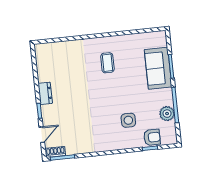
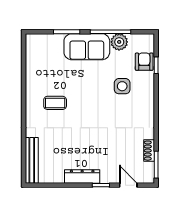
bench: (55, 48) -> (32, 160), added
sofa: (158, 68) -> (87, 47), moved
dresser: (45, 93) -> (82, 176), width x1.44
shoe rack: (55, 152) -> (149, 151), moved

